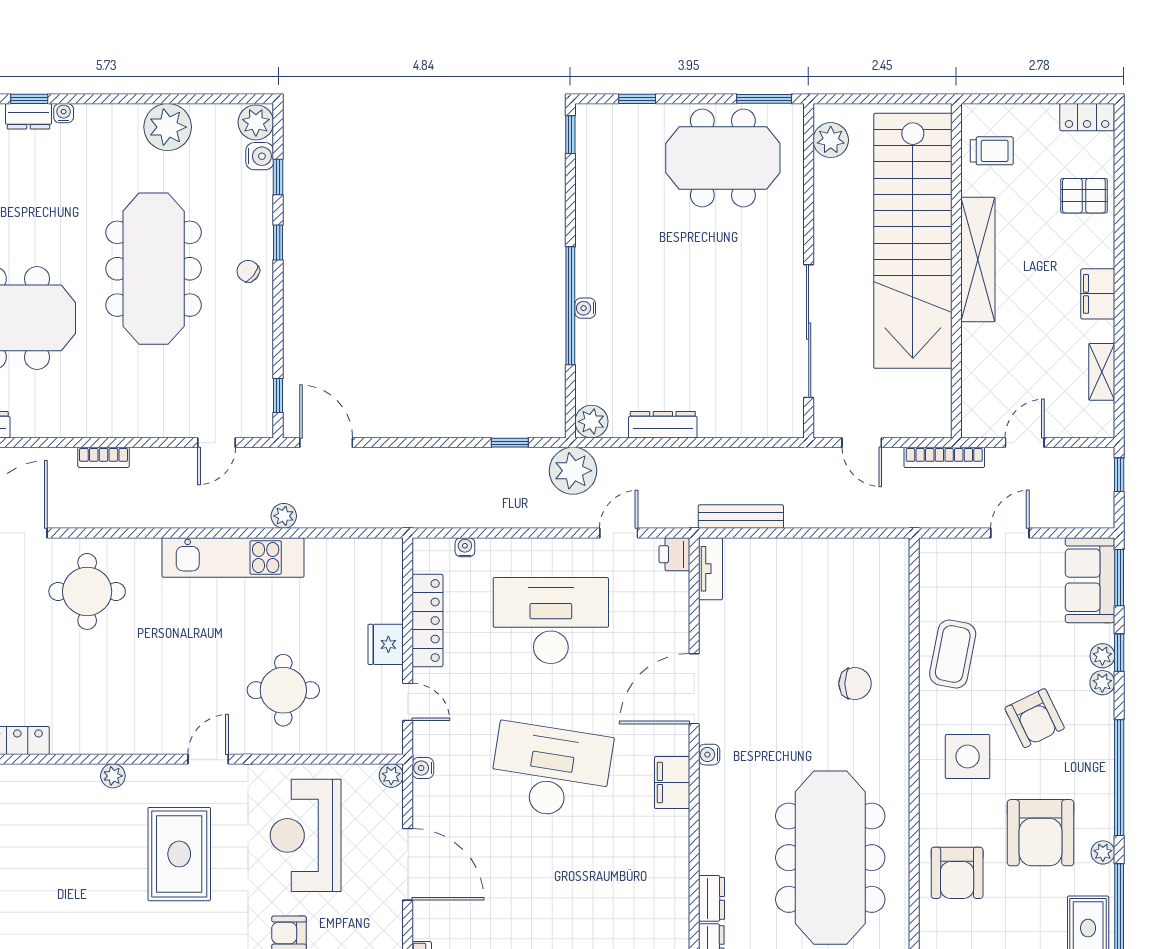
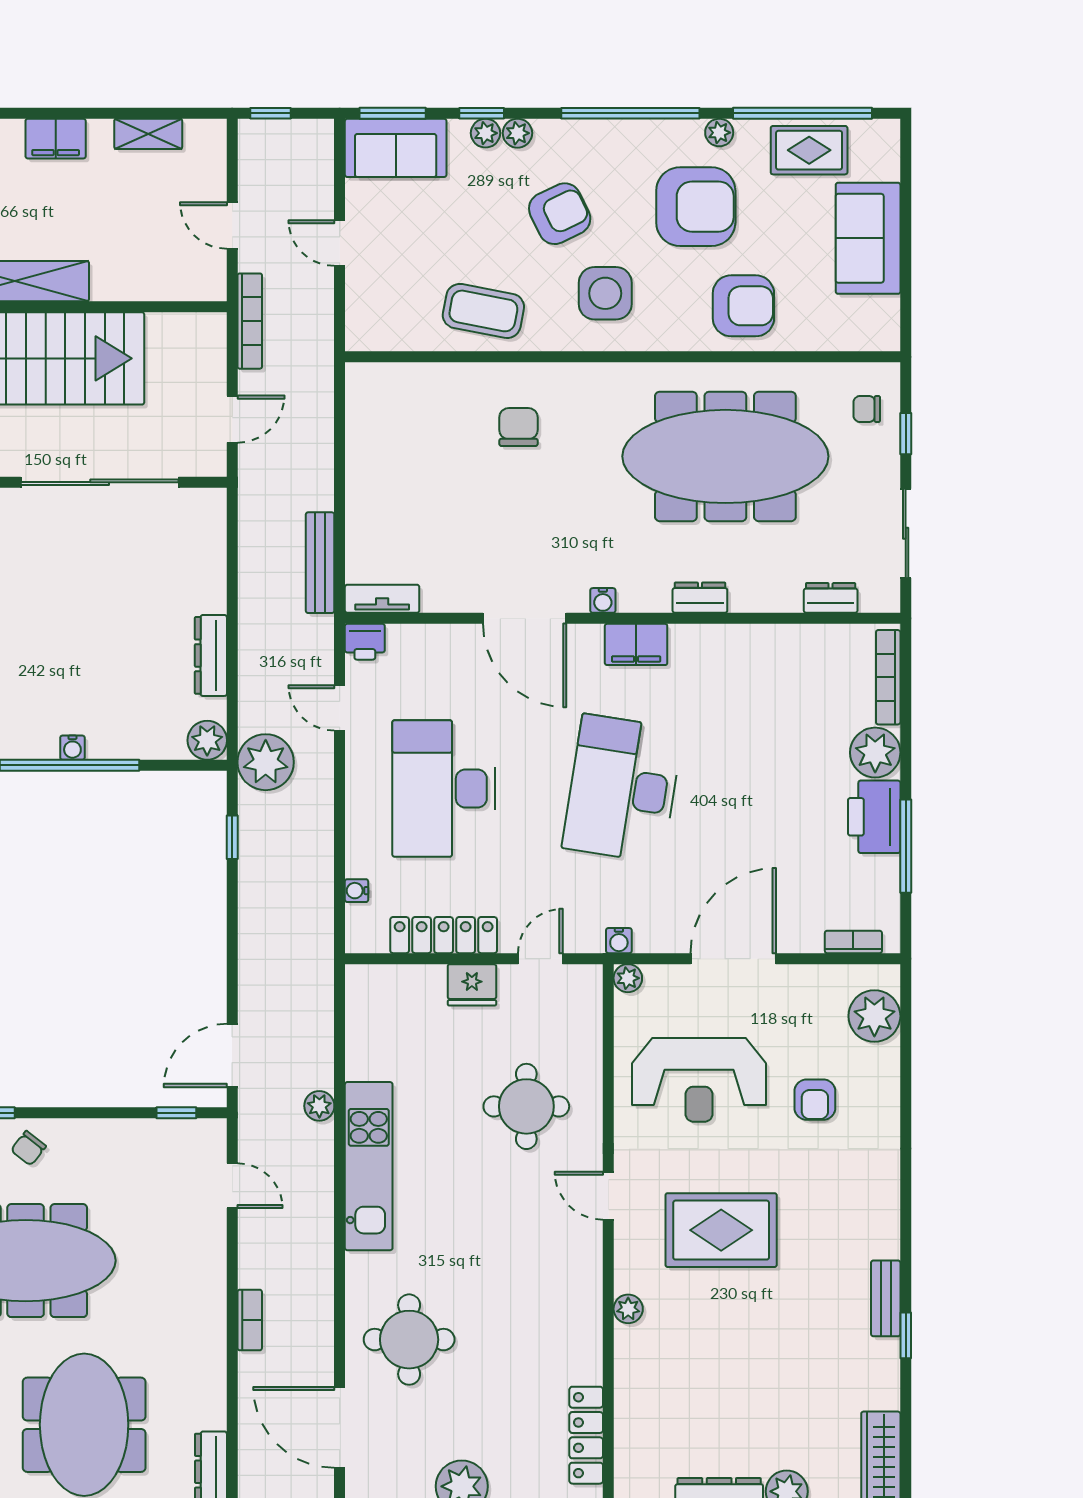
dresser: (711, 898) -> (700, 598), moved

